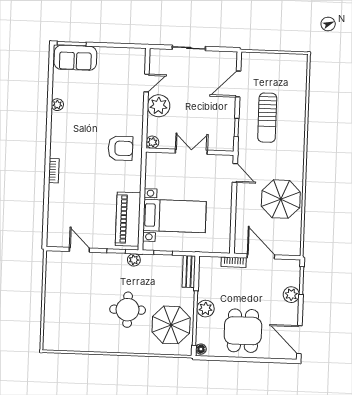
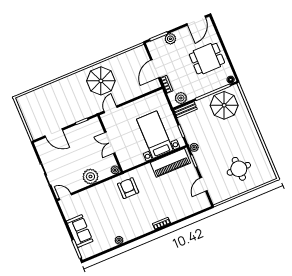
sofa: (75, 58) -> (80, 231), moved
door: (146, 83) -> (65, 197), moved
sun lounger: (267, 118) -> (66, 105), removed
parasol: (281, 199) -> (101, 81), moved
plant: (206, 309) -> (181, 98), moved
round table: (128, 310) -> (239, 169), moved

